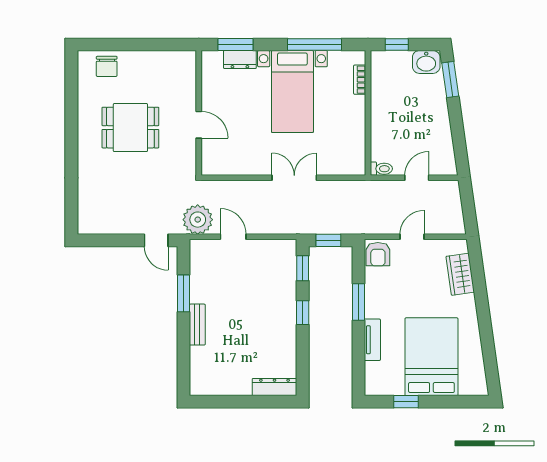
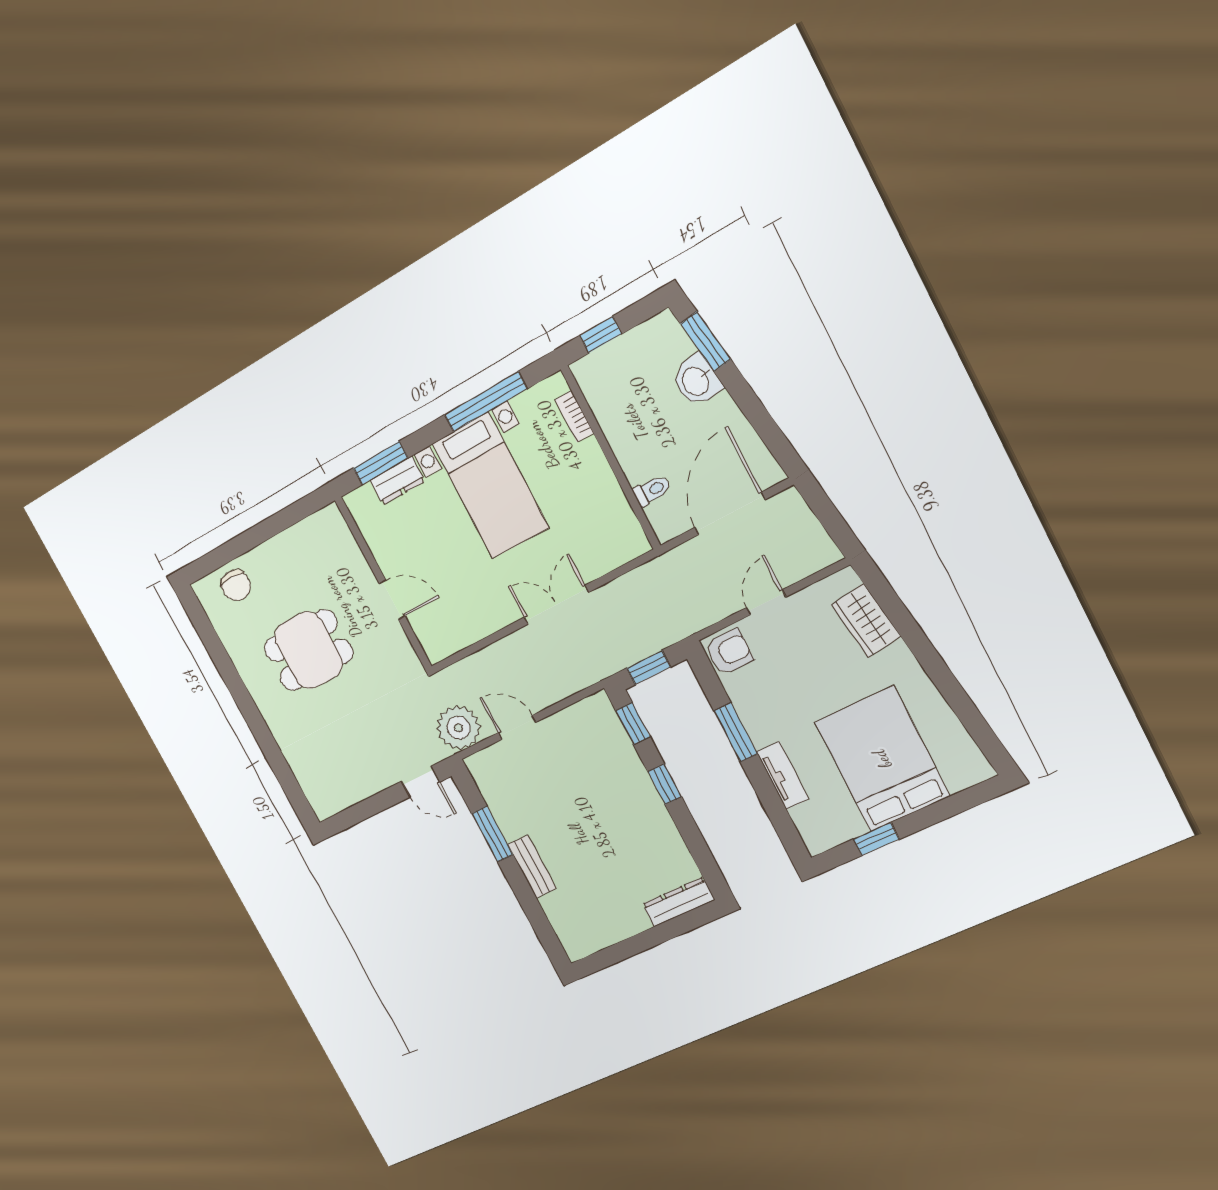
washbasin: (426, 62) -> (696, 381), moved, turned 82
toilet: (381, 169) -> (652, 490), moved
door: (417, 178) -> (730, 514), width x1.87
armchair: (378, 254) -> (729, 652), turned -90

